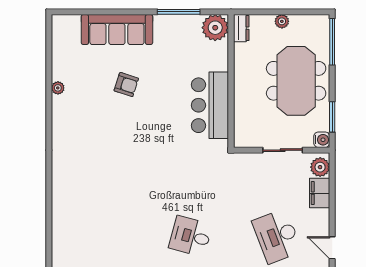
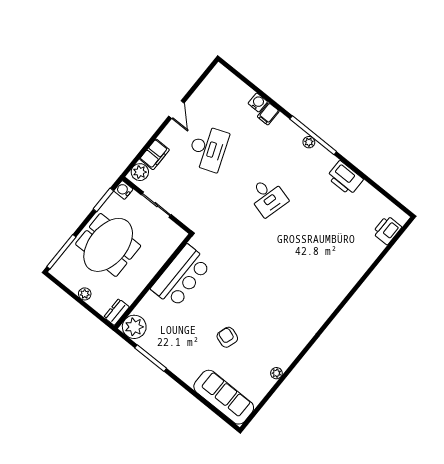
sofa: (117, 30) -> (224, 397), moved

